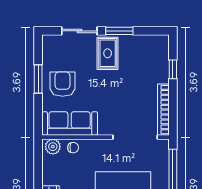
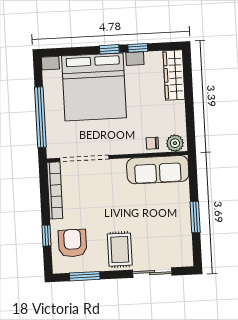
window: (119, 31) -> (85, 276), moved
armchair: (63, 84) -> (73, 243), moved, turned 180

